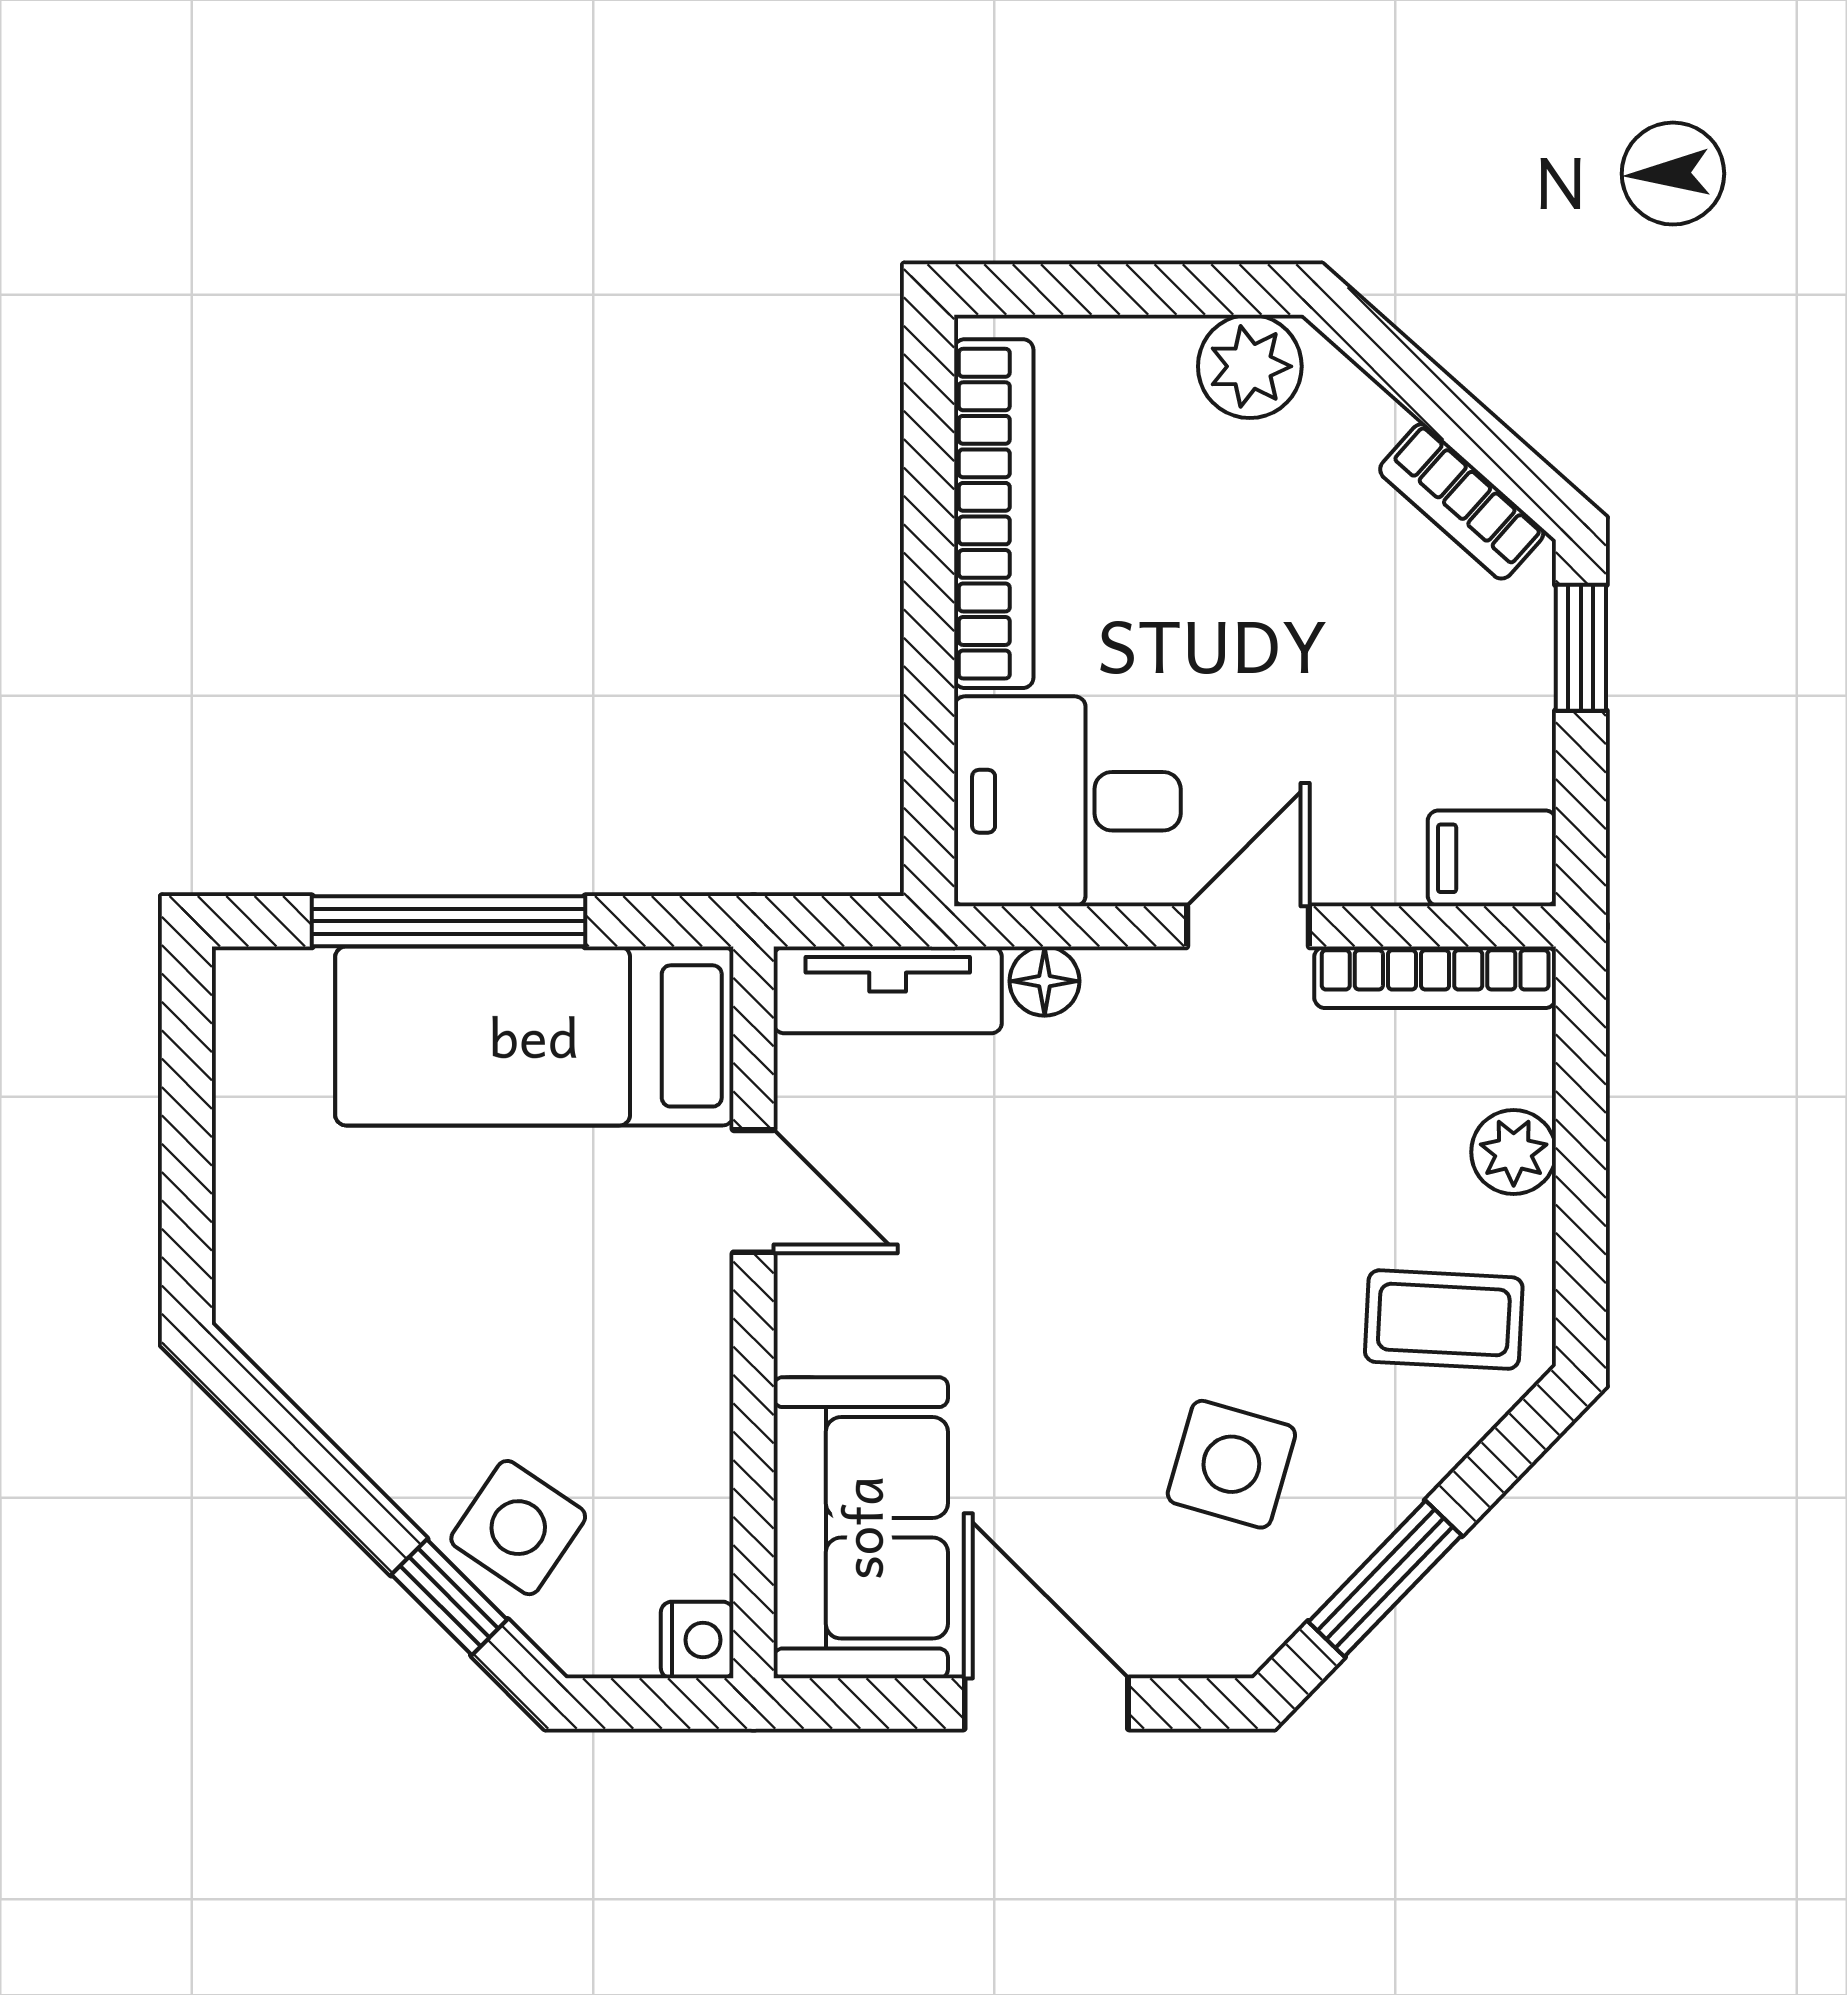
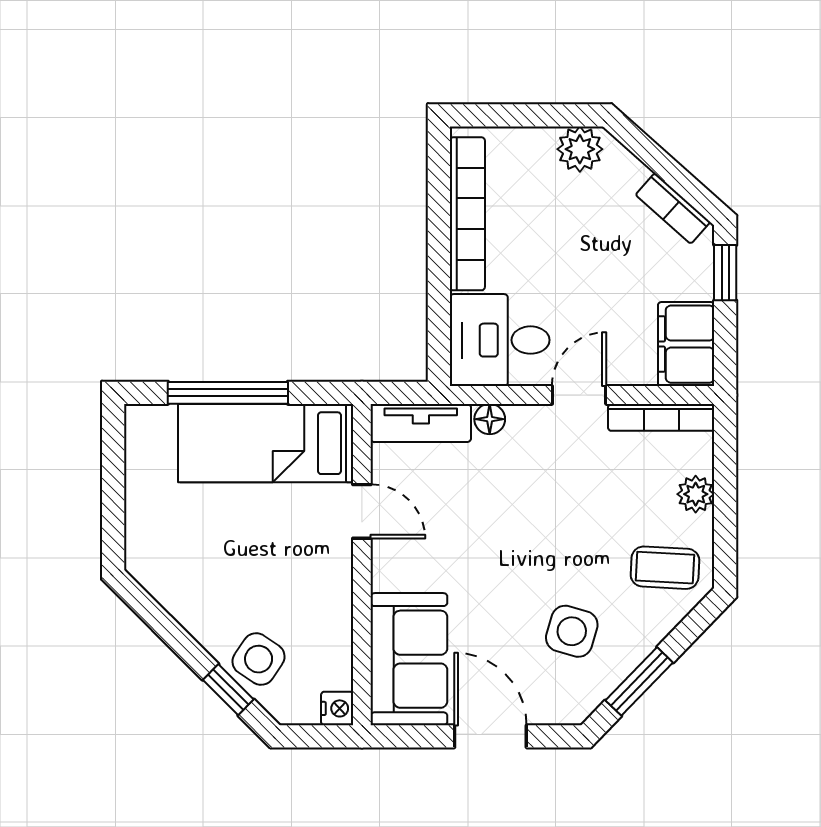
filing cabinet: (1492, 858) -> (686, 344), width x2.00

